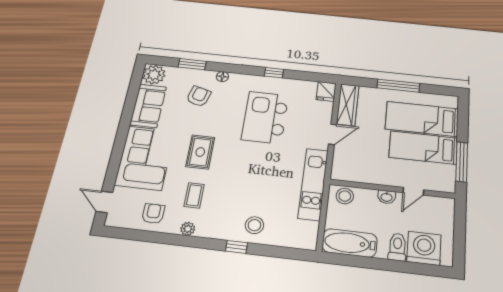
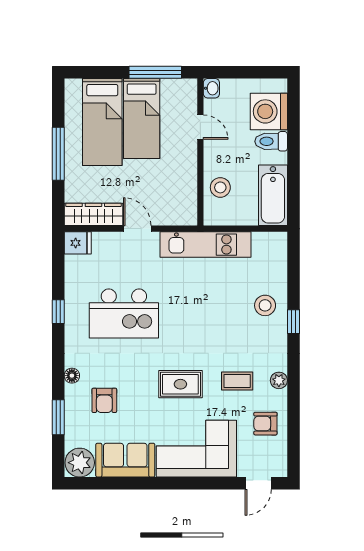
armchair: (199, 96) -> (104, 400), turned -106
stool: (345, 196) -> (220, 187), moved
washbasin: (387, 197) -> (211, 88), moved

